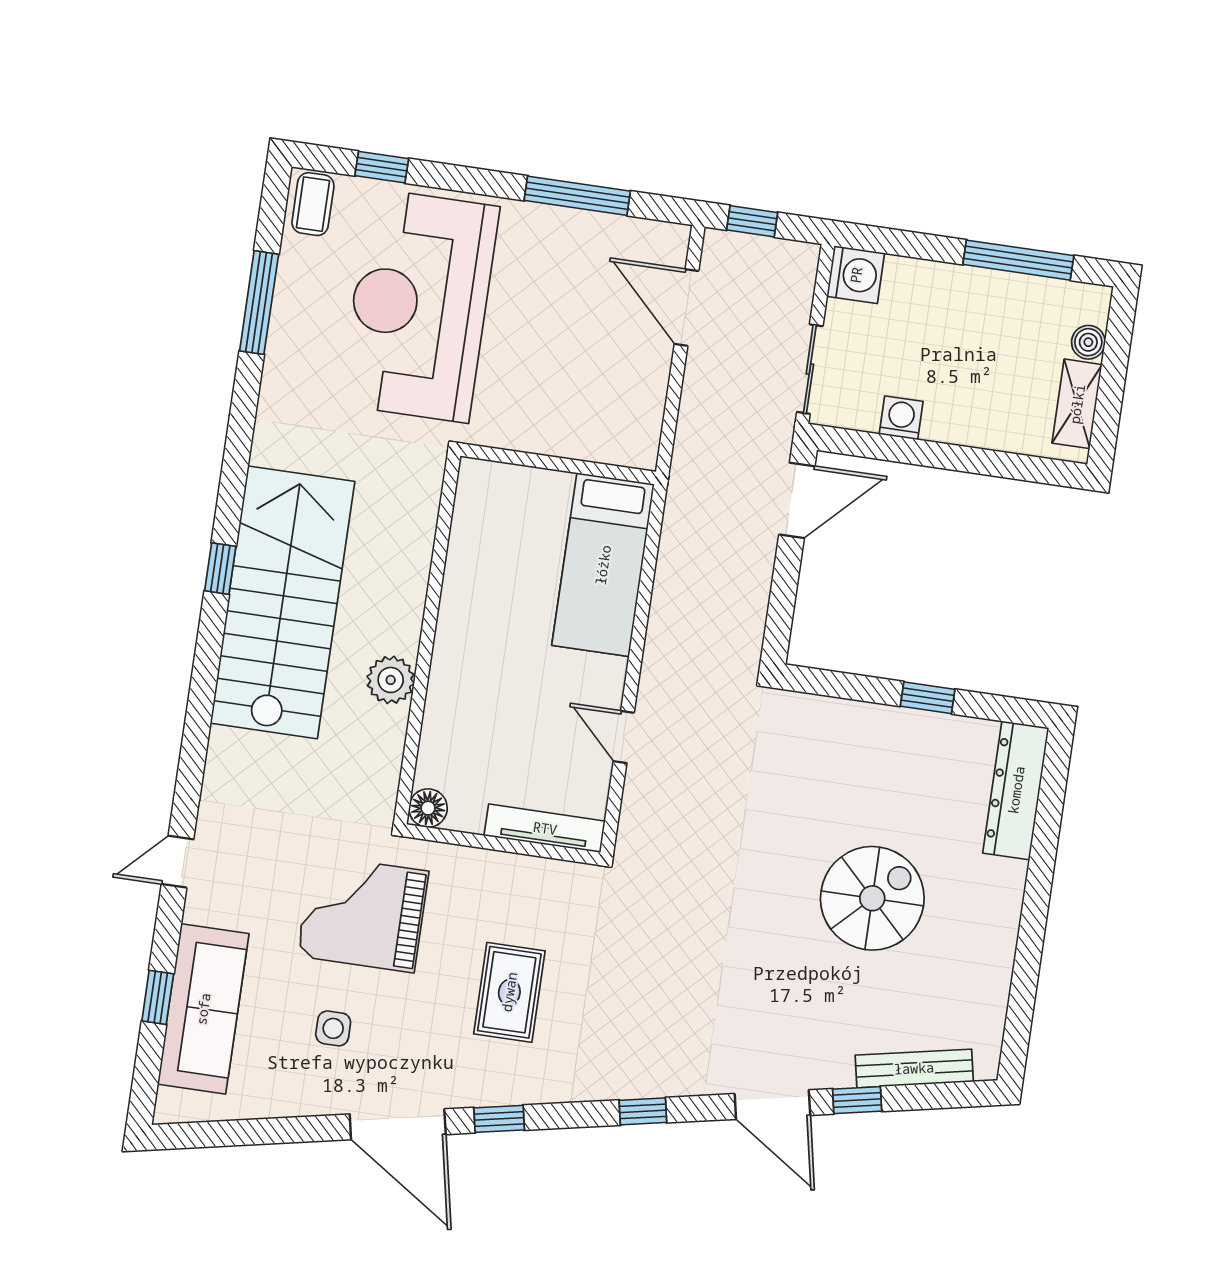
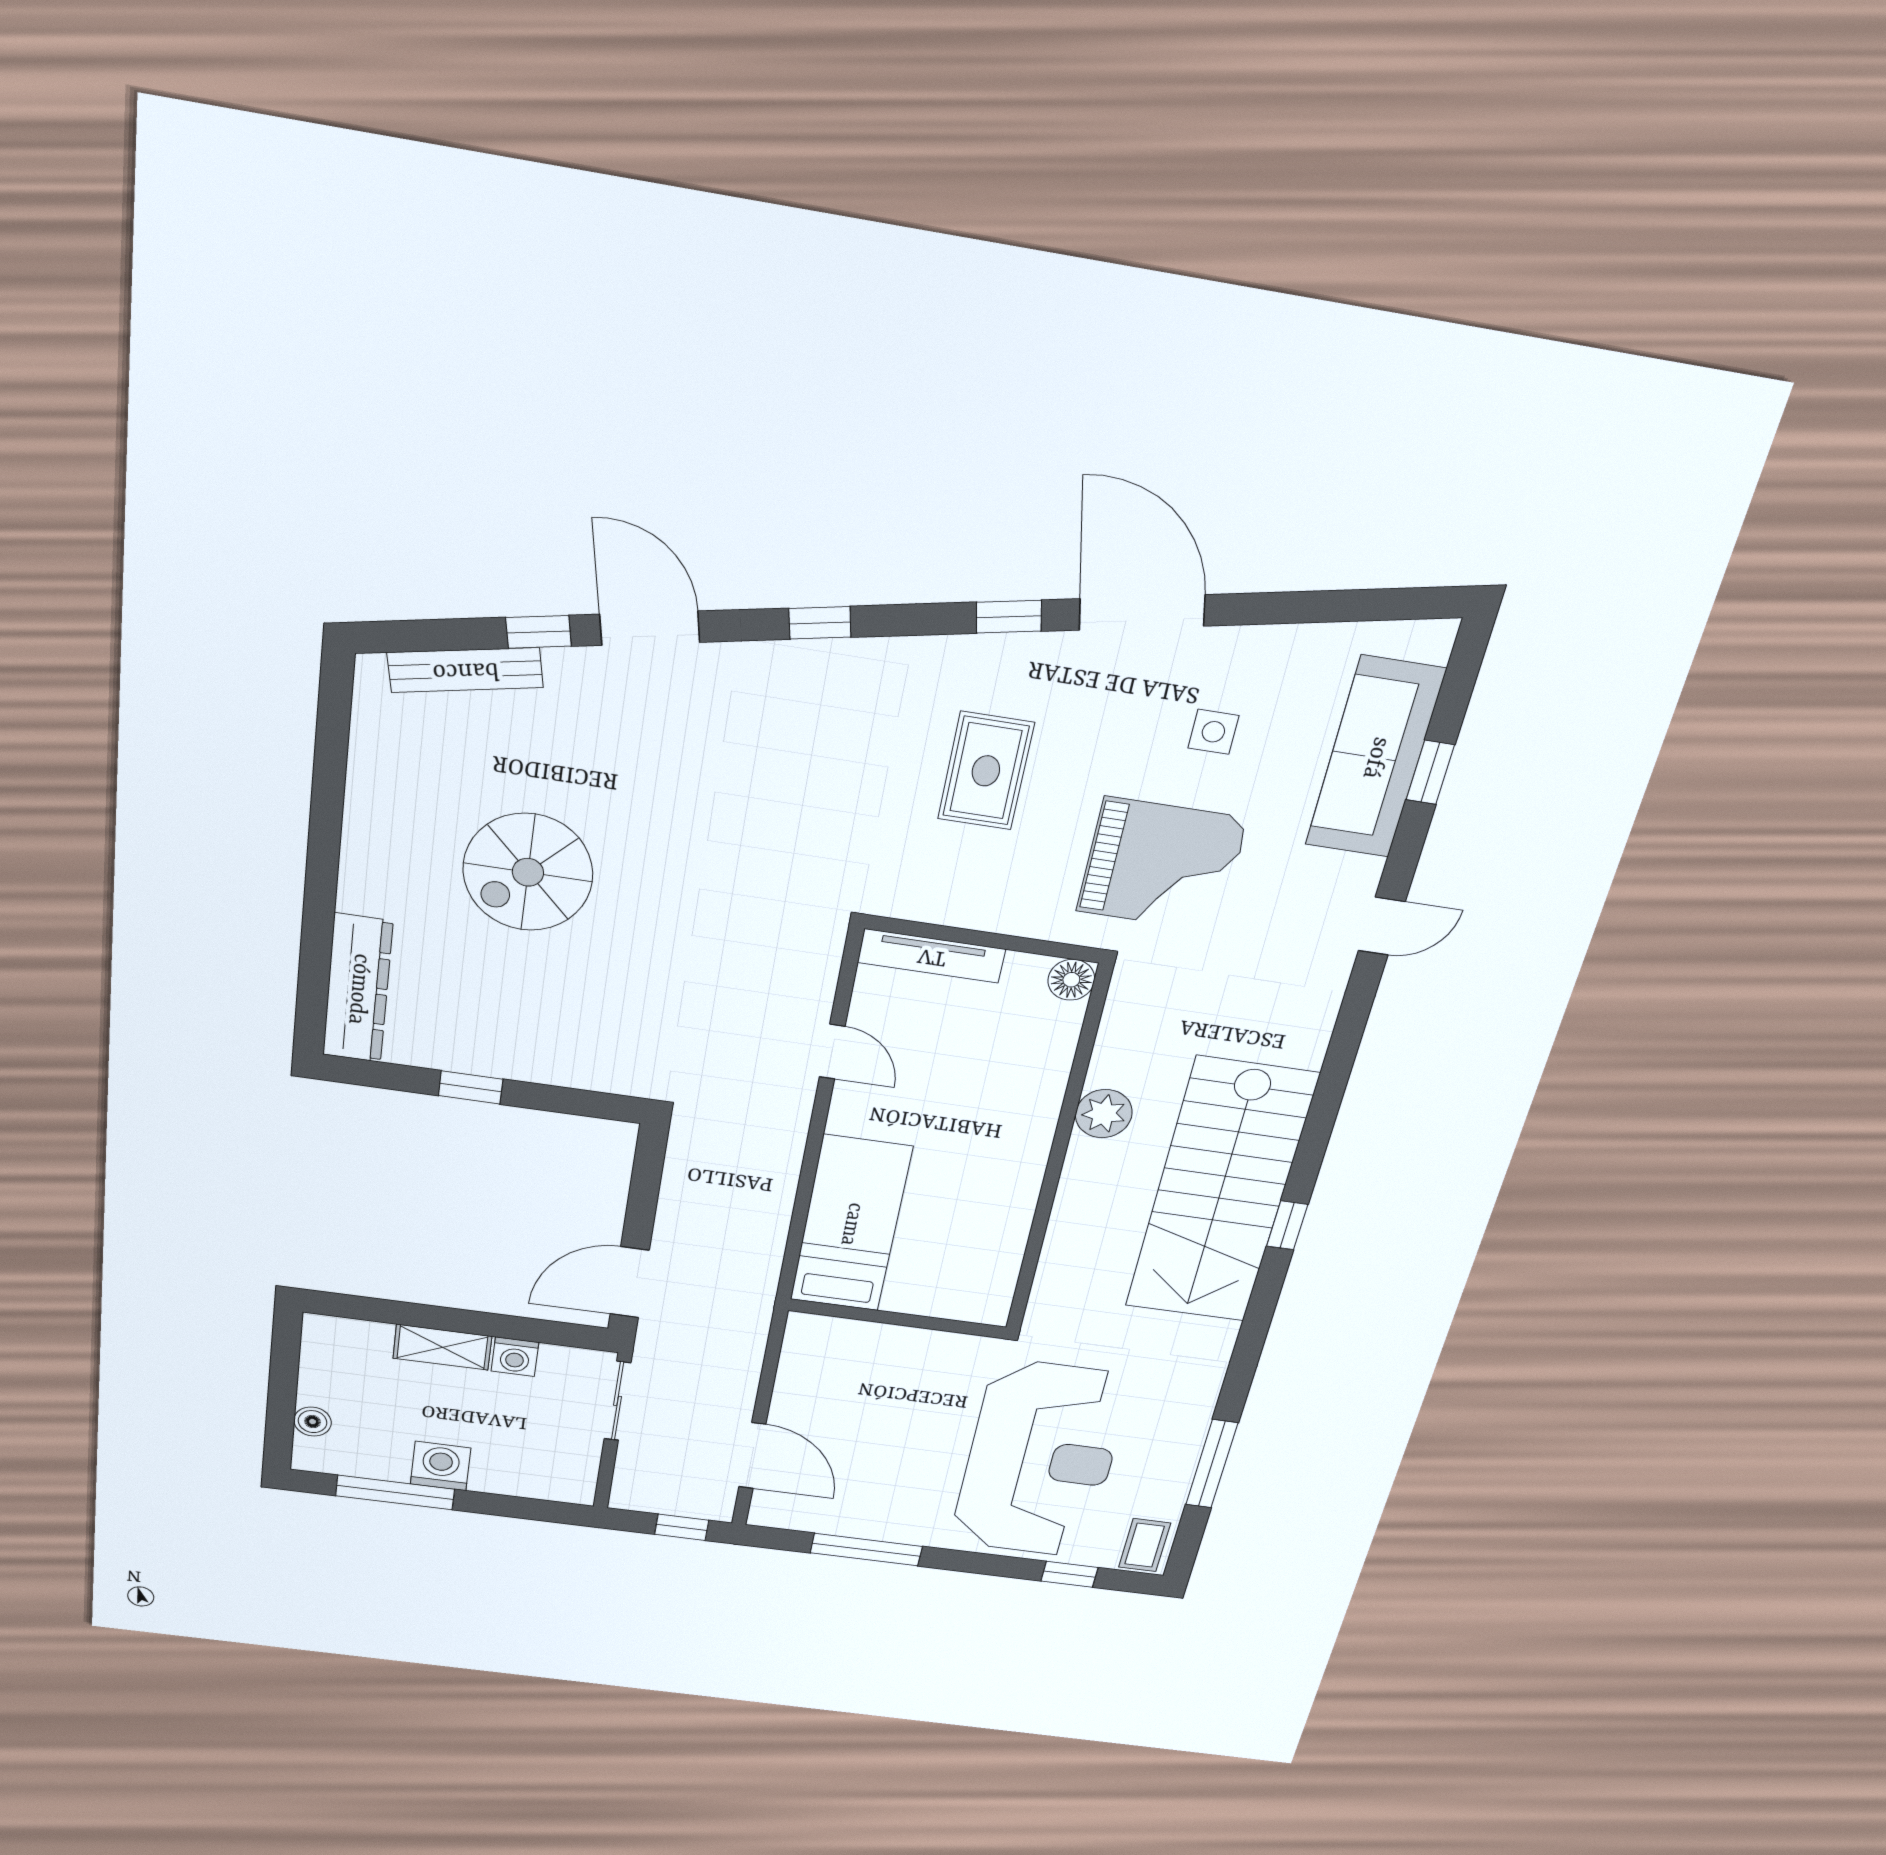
washing machine: (856, 275) -> (441, 1466), moved, turned 90
shelving: (1077, 404) -> (442, 1347), moved, turned 90

